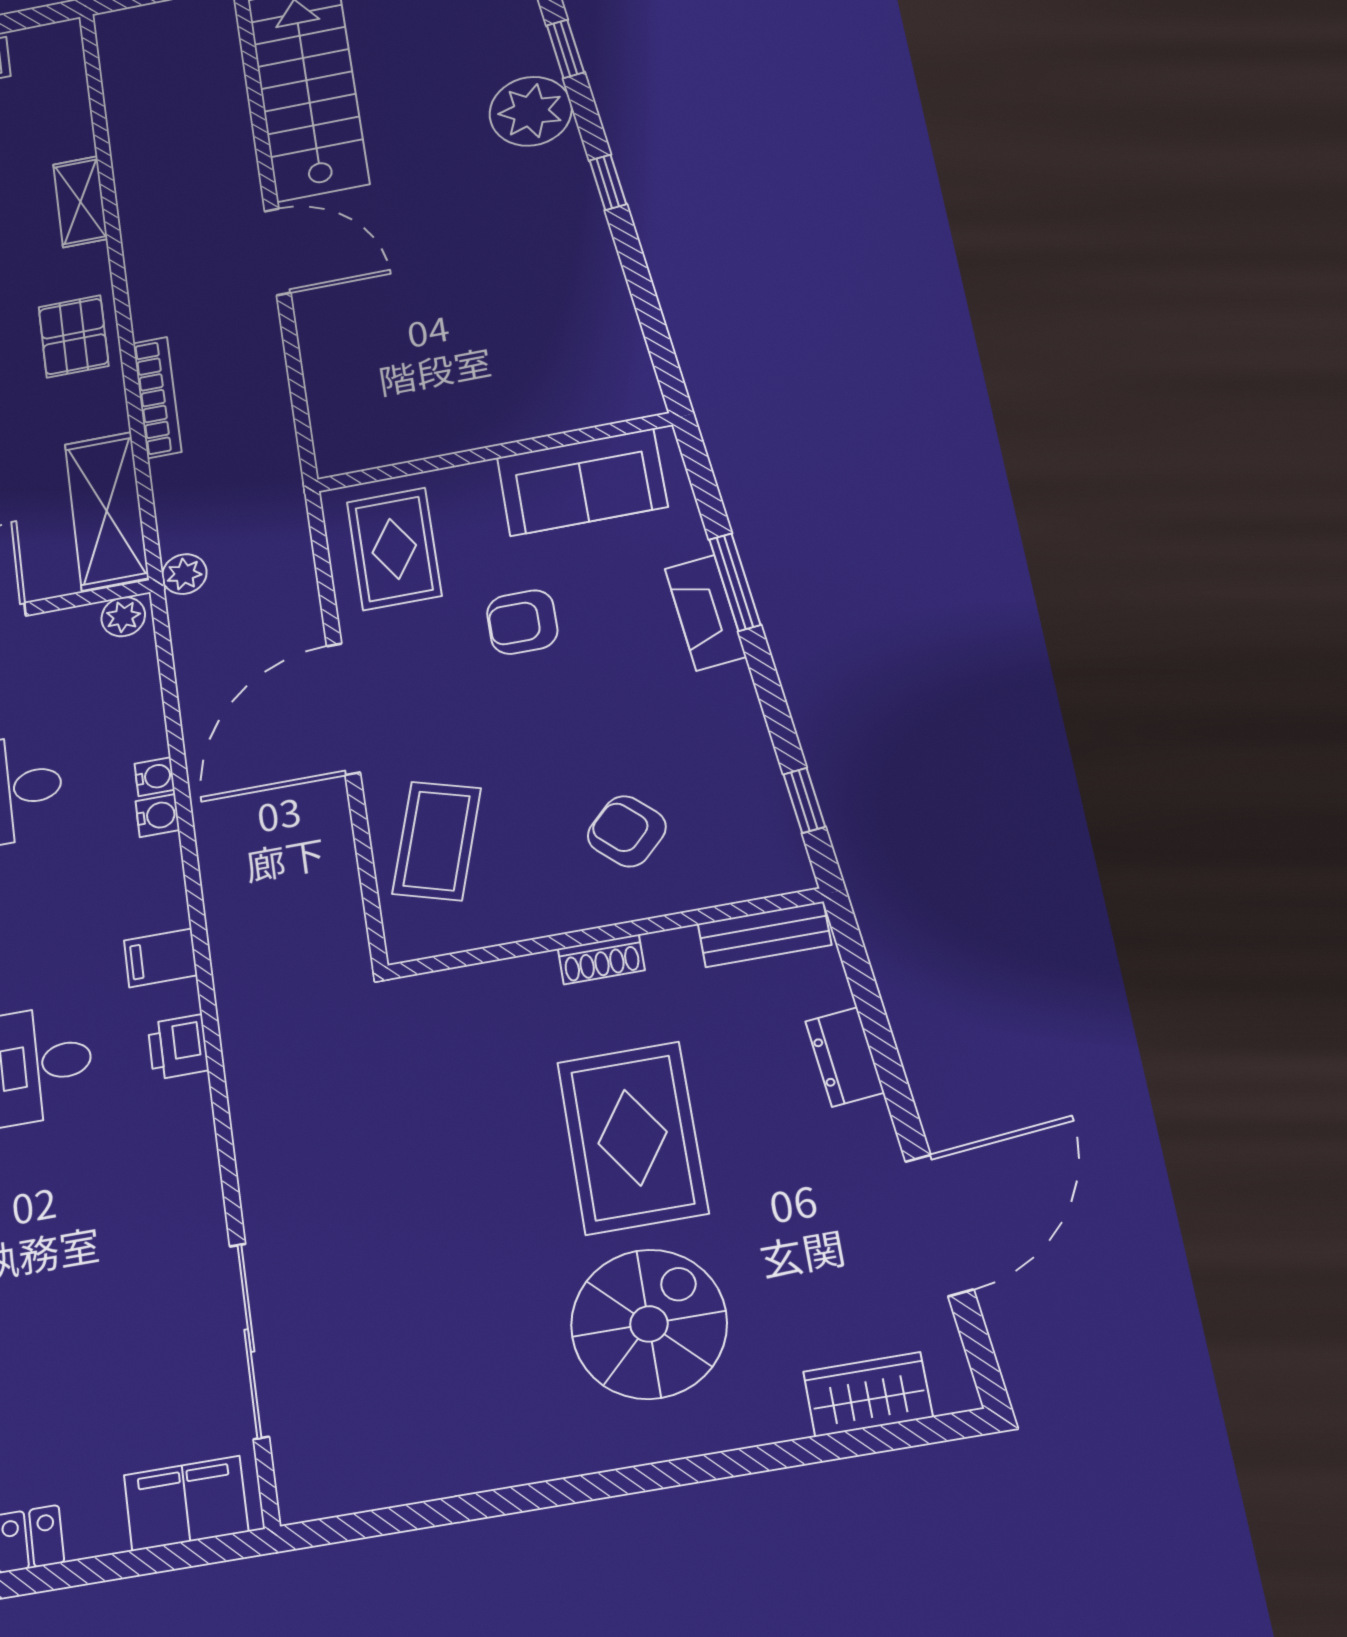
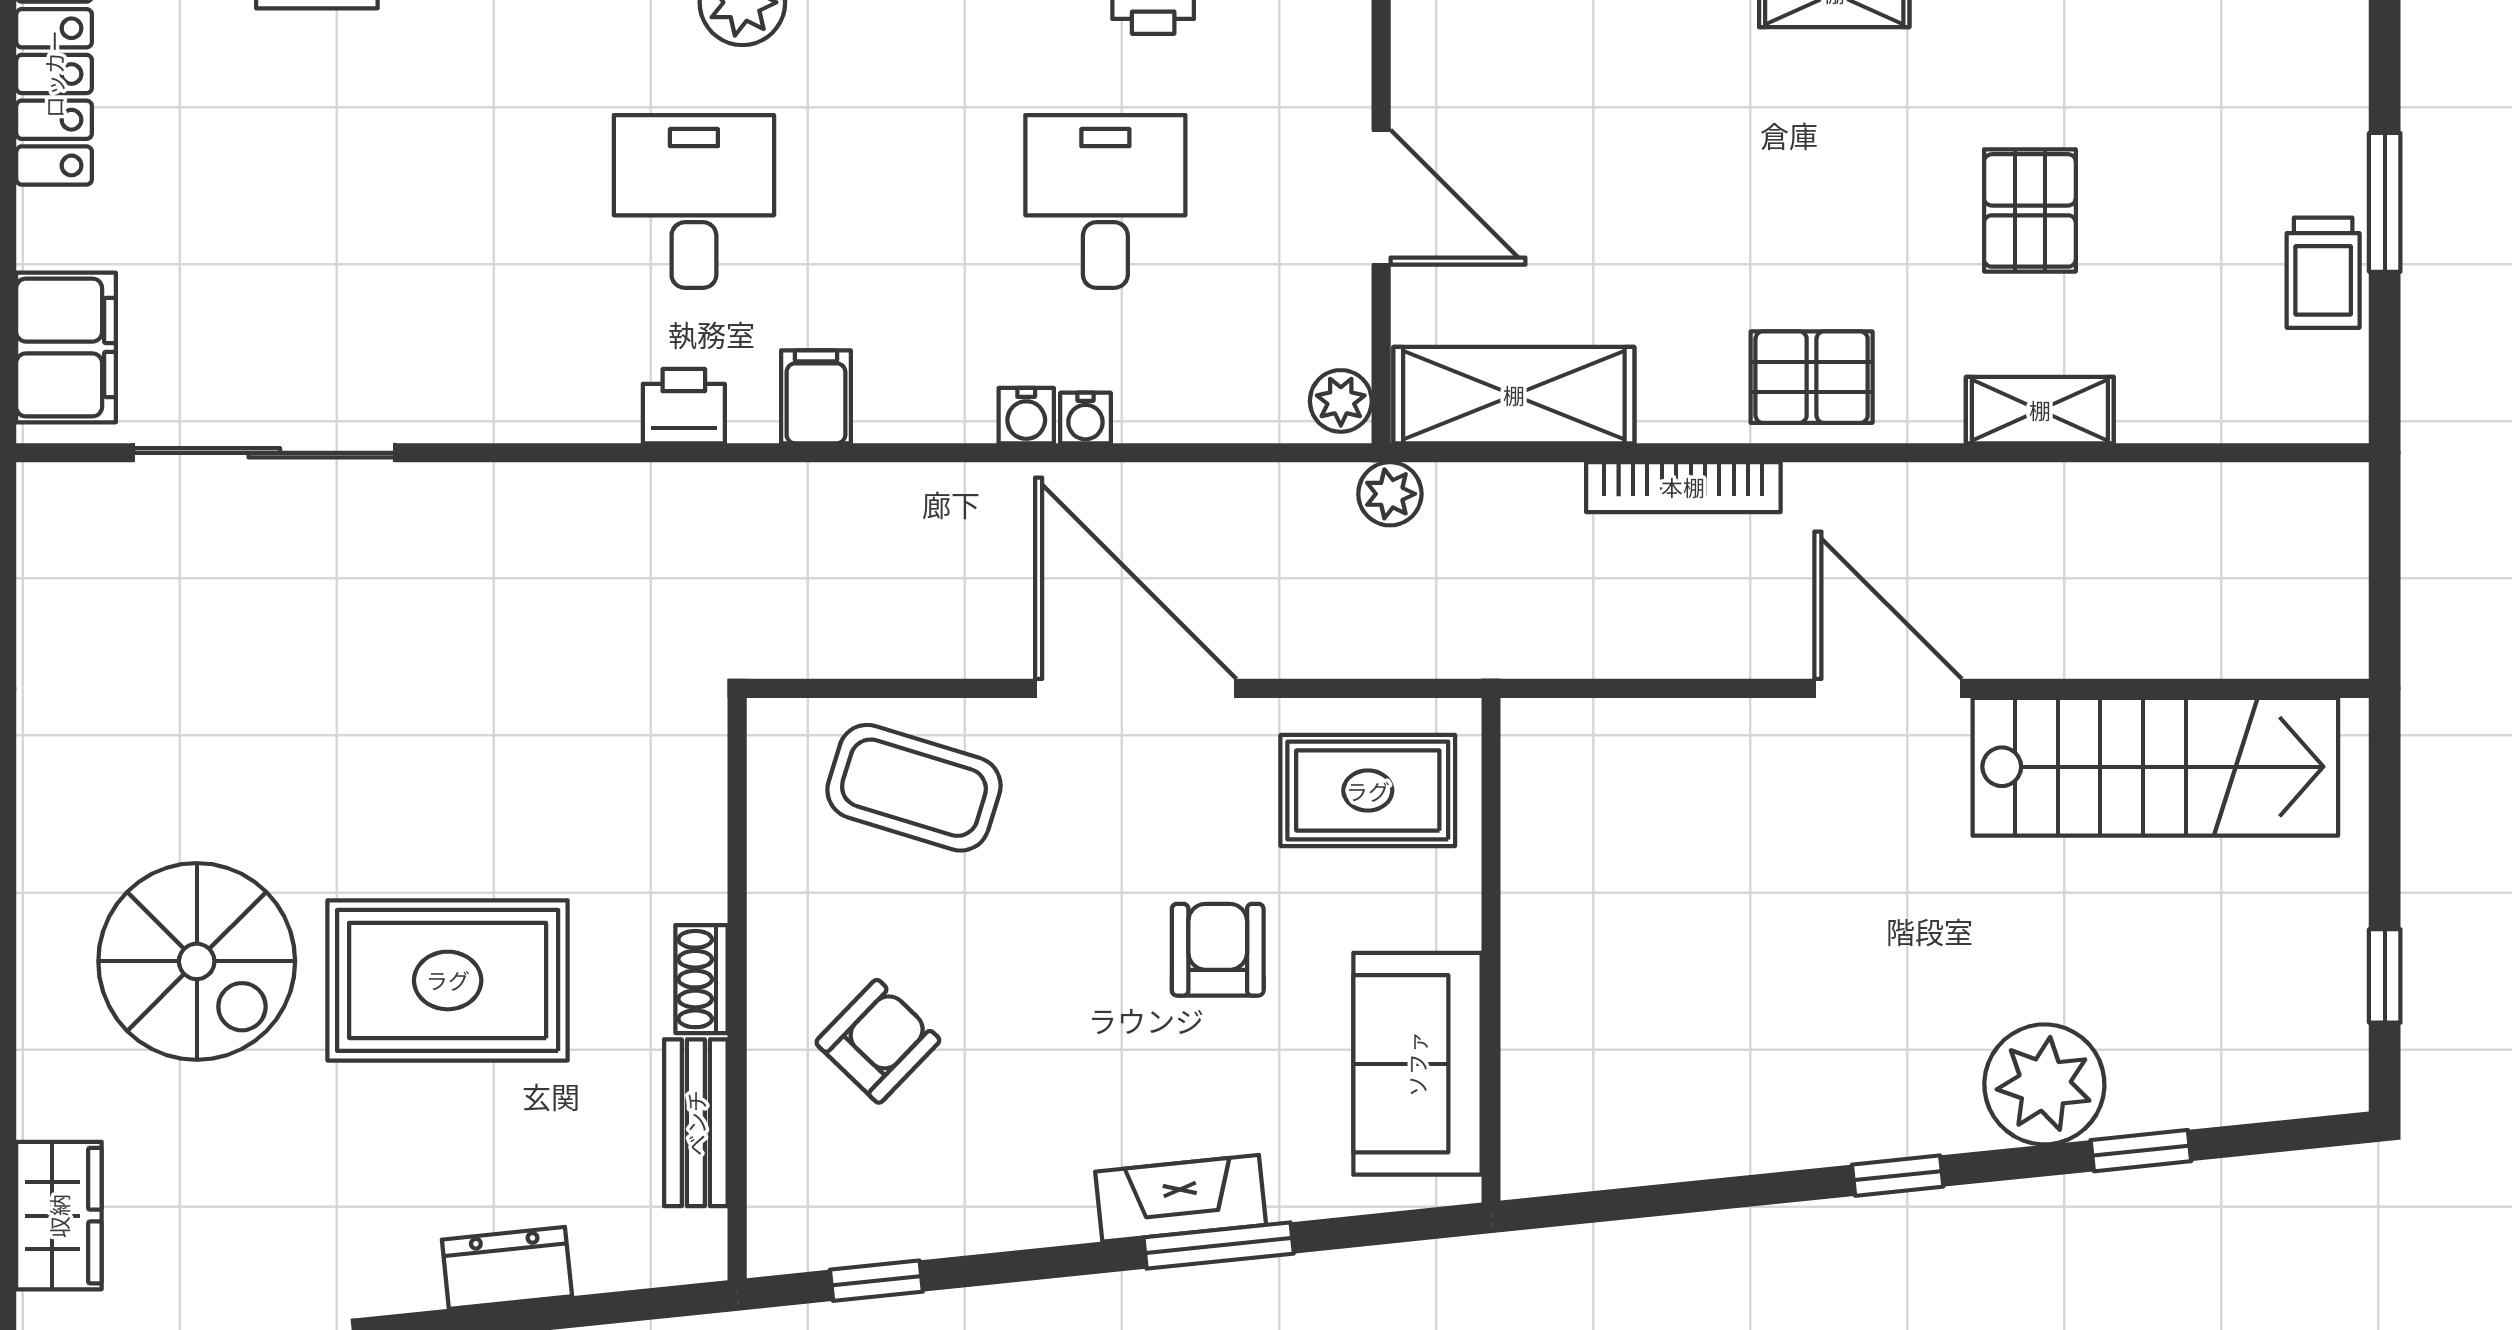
door: (278, 252) -> (1888, 688), swing flipped
bench: (765, 934) -> (696, 1123), moved

